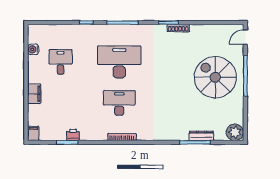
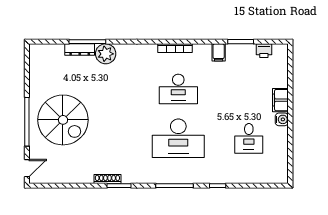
water cooler: (33, 49) -> (282, 119), moved
plant: (235, 132) -> (106, 54), moved
filing cabinet: (33, 133) -> (219, 52), moved
printer: (73, 135) -> (264, 51), moved

